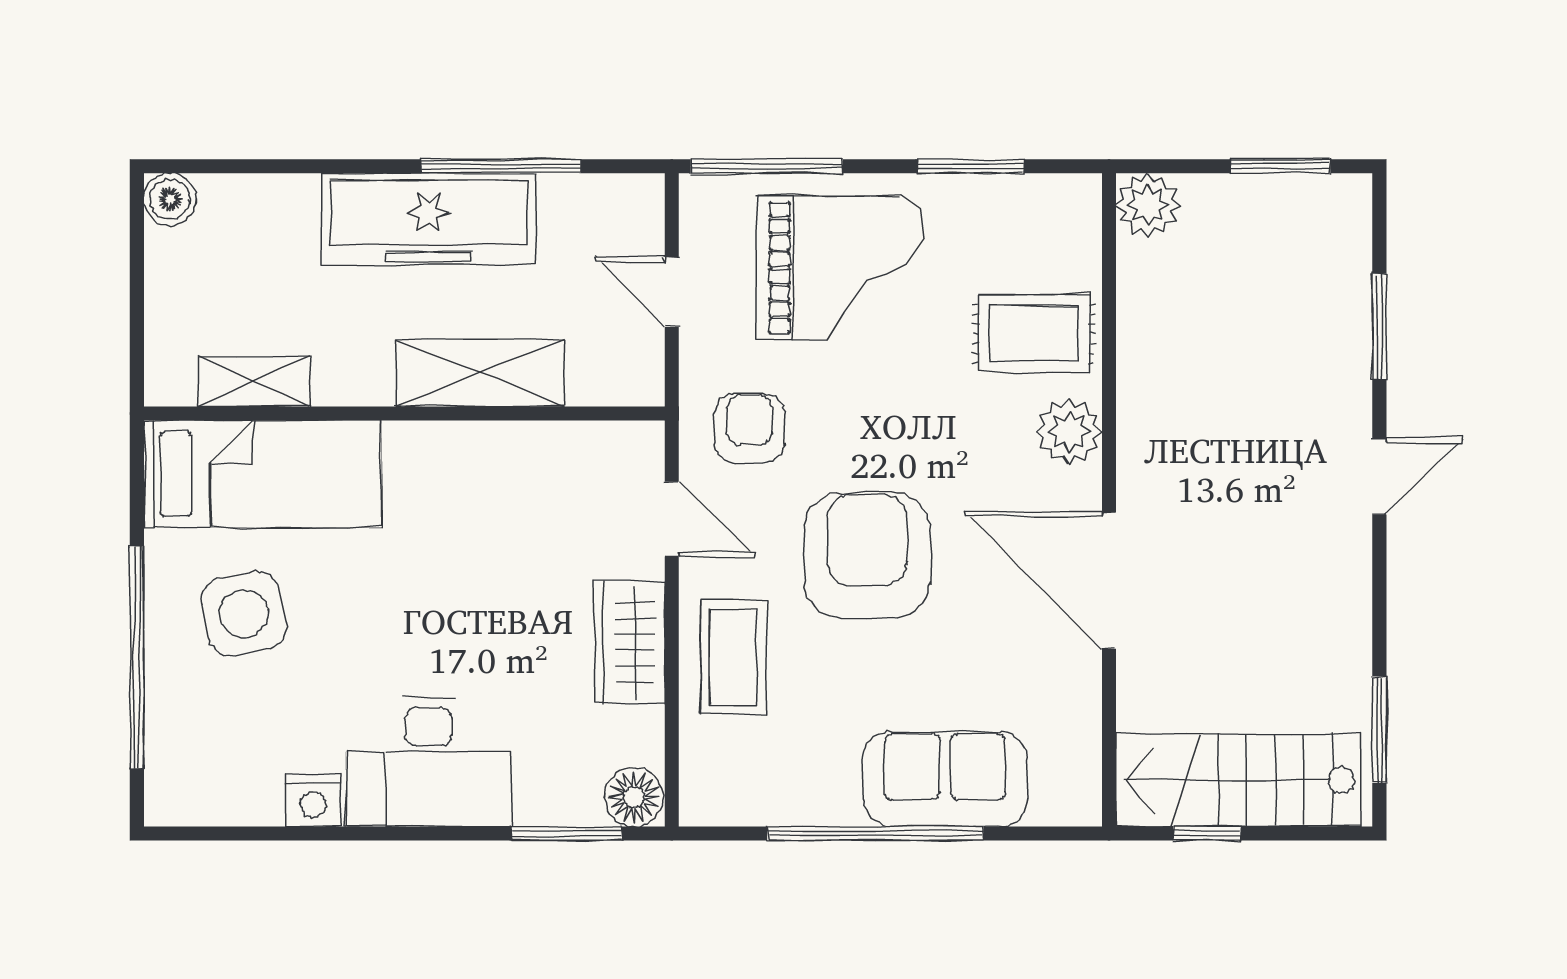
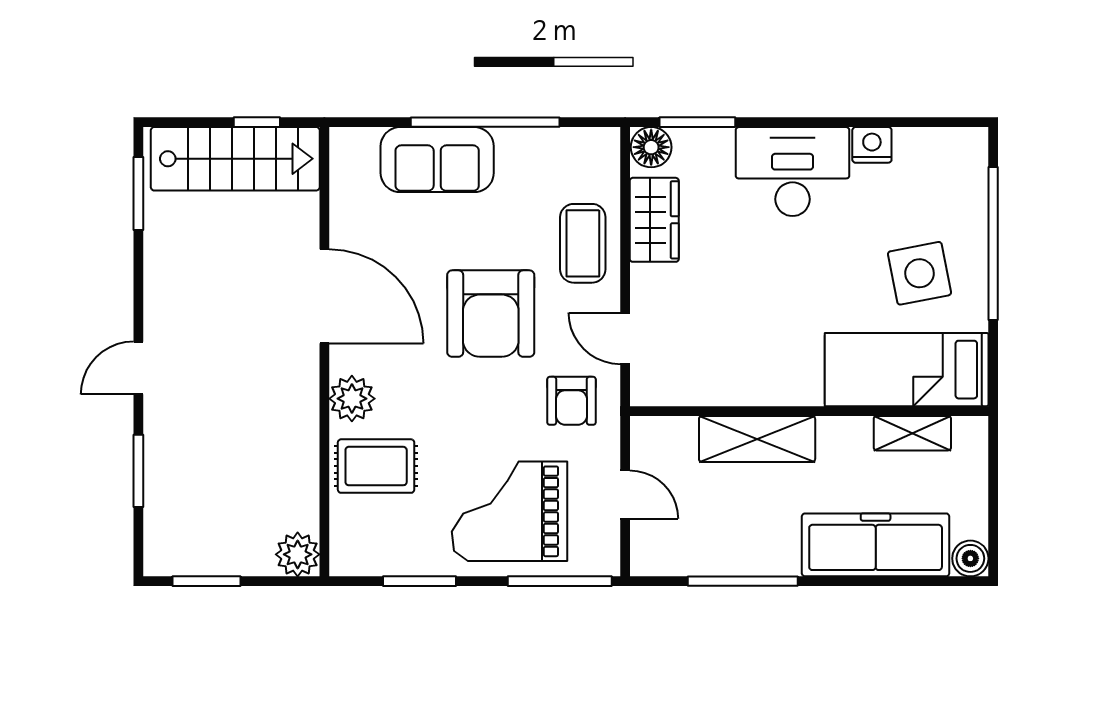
freezer: (428, 219) -> (876, 545), moved
wardrobe: (629, 642) -> (654, 220), moved

